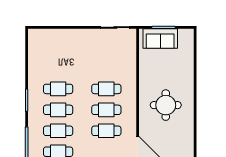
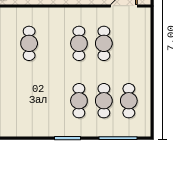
cafe table: (58, 89) -> (54, 101), removed
cafe table: (106, 89) -> (29, 43), moved

